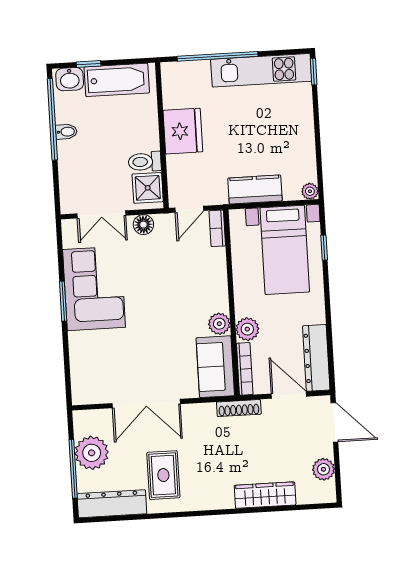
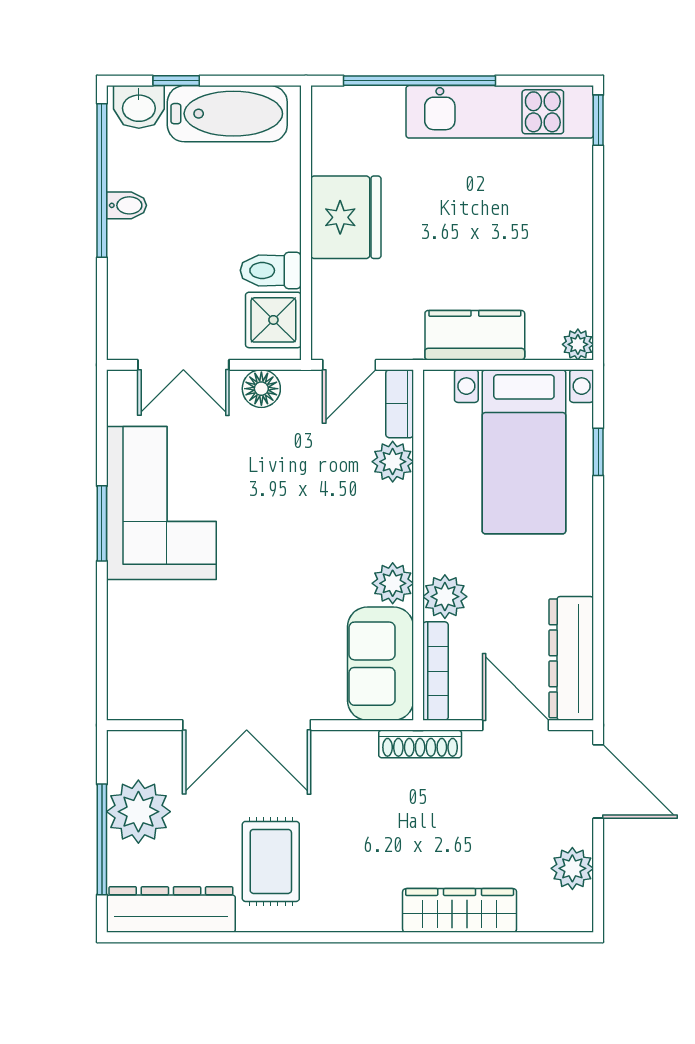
plant: (215, 259) -> (393, 462), added

